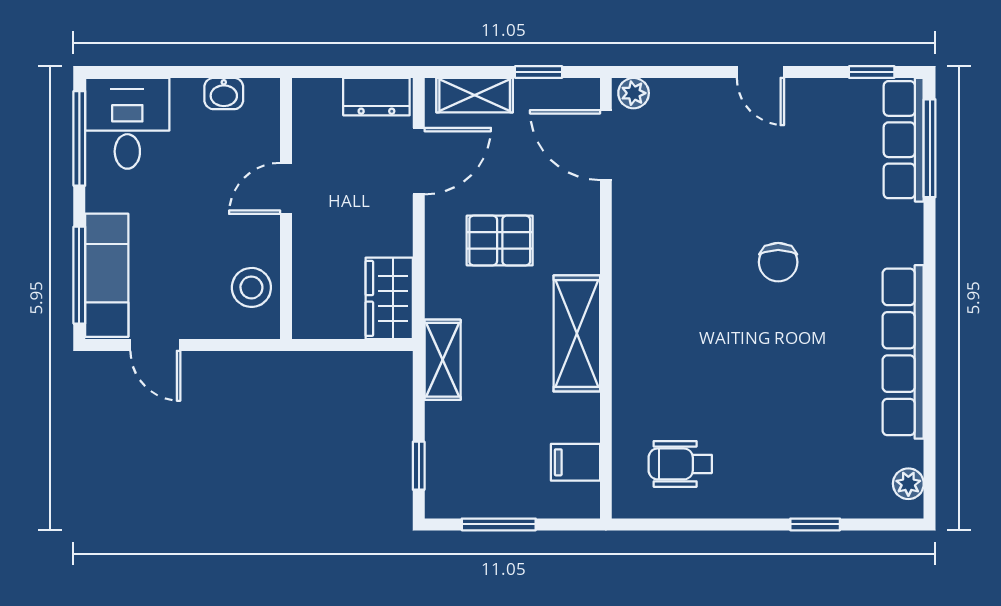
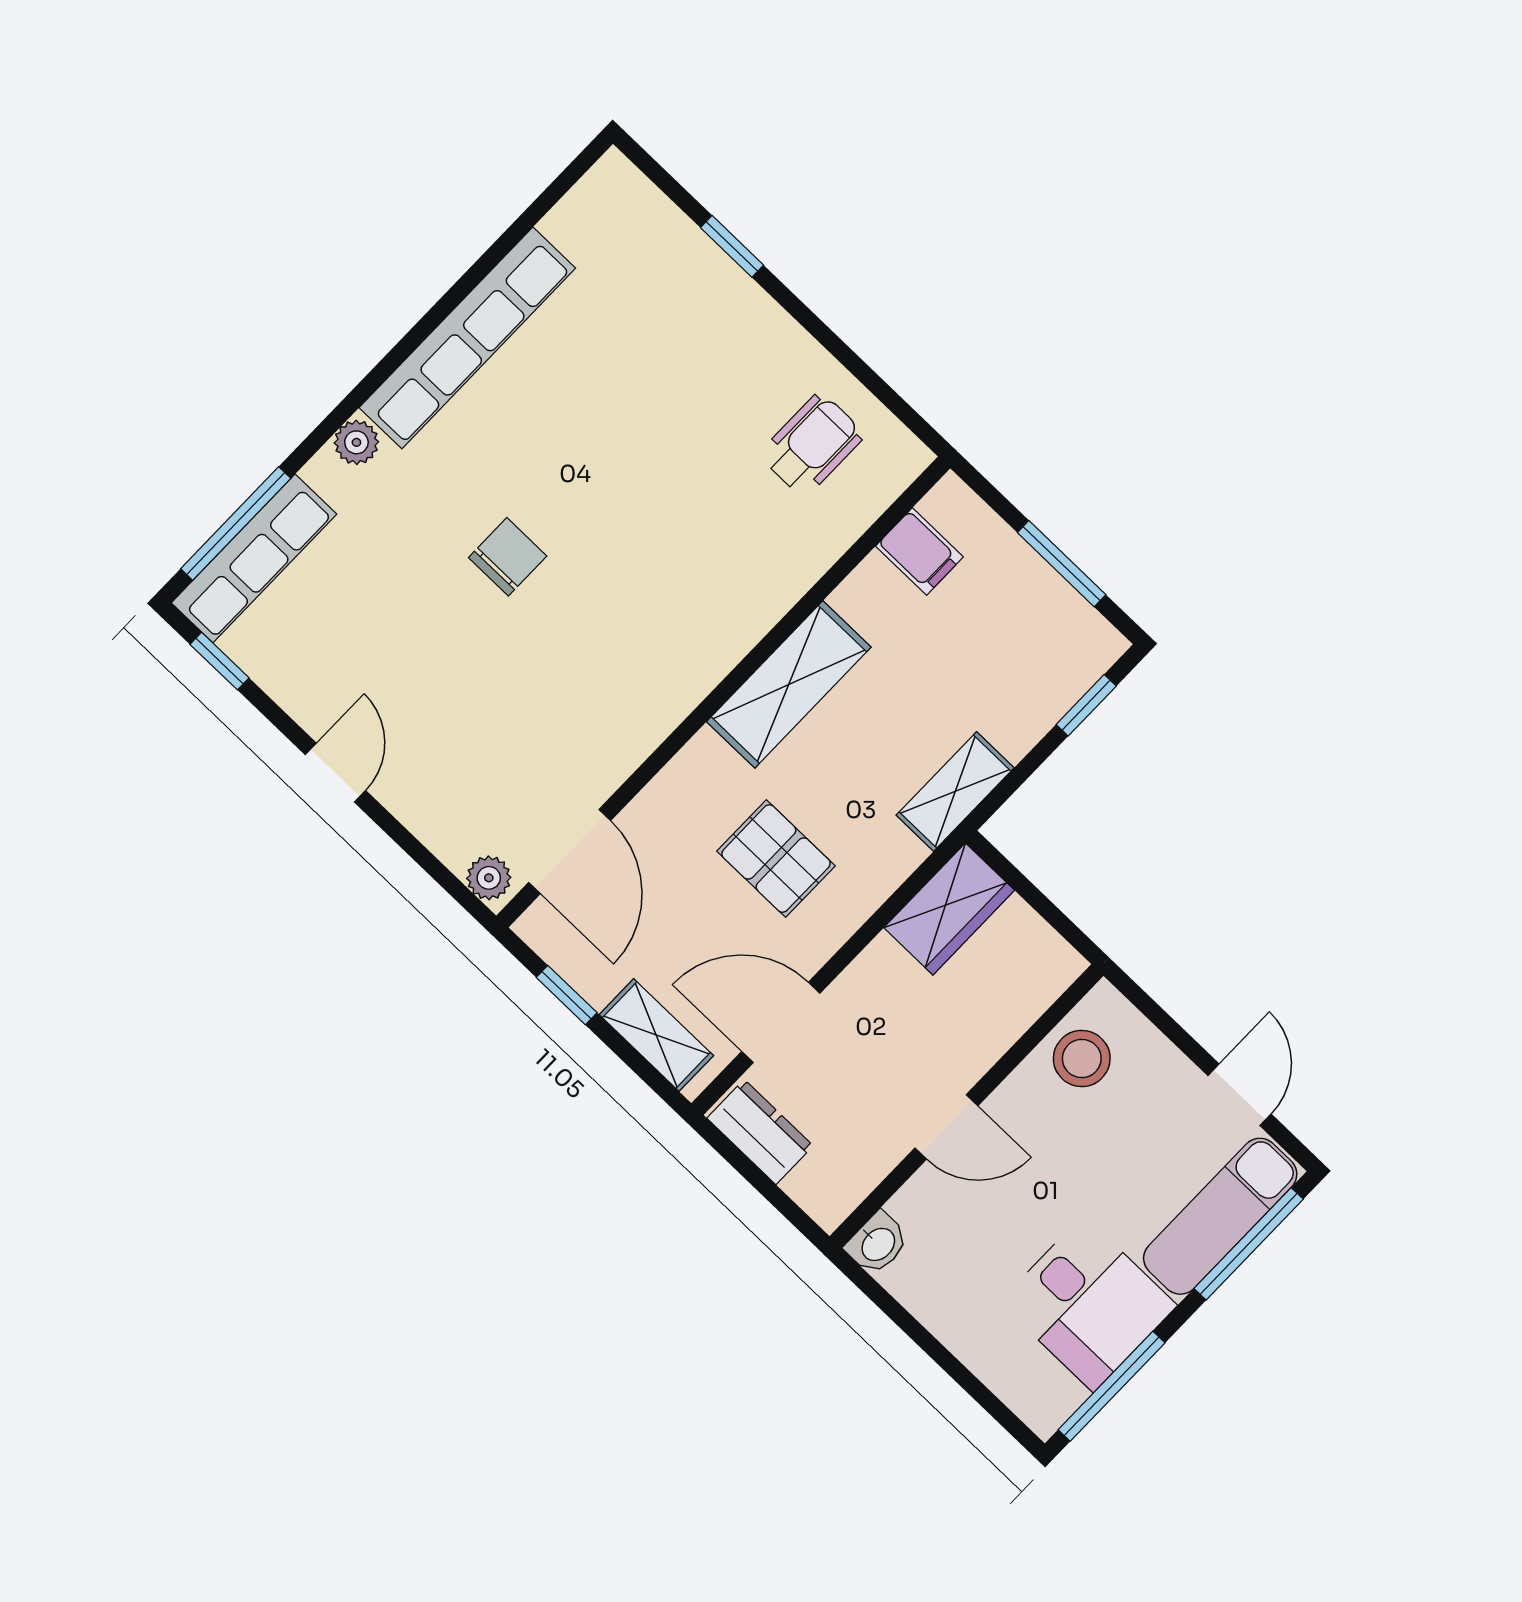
washbasin: (224, 94) -> (877, 1244), moved, turned 90
desk: (127, 123) -> (1088, 1304), moved, turned -90
wheelchair: (680, 464) -> (812, 445), turned -90
plant: (908, 484) -> (356, 442), moved

